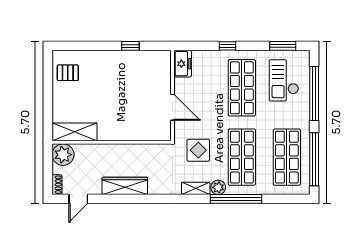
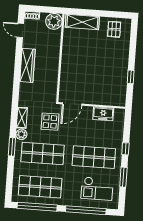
window: (283, 46) -> (123, 177), moved
freezer: (183, 64) -> (103, 114), moved
checkout: (284, 80) -> (97, 189), turned 180
door: (172, 107) -> (72, 104), moved
shelving: (75, 132) -> (82, 22), moved, turned 90
window: (236, 199) -> (12, 147), width x0.47

